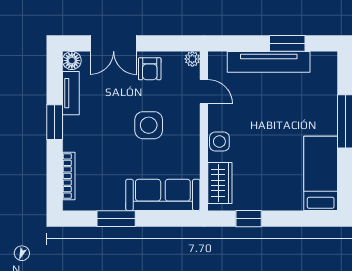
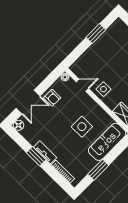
tv unit: (269, 62) -> (96, 48), removed
tv unit: (71, 93) -> (45, 152), moved
side table: (149, 125) -> (82, 127), moved
side table: (219, 142) -> (103, 89), moved

